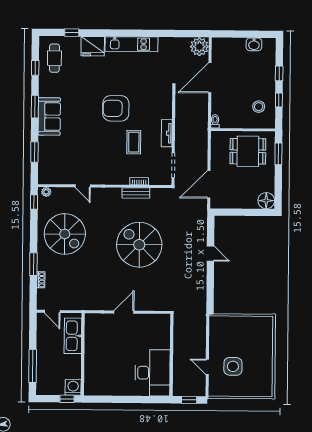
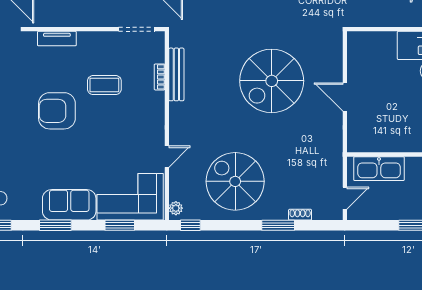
armchair: (116, 108) -> (57, 111), turned 90
tv unit: (167, 133) -> (57, 39), moved
corner sofa: (55, 160) -> (130, 197), added
bench: (136, 193) -> (176, 74), width x1.36
spiral stairs: (65, 234) -> (235, 181), turned -90
spiral stairs: (139, 245) -> (272, 81), moved

